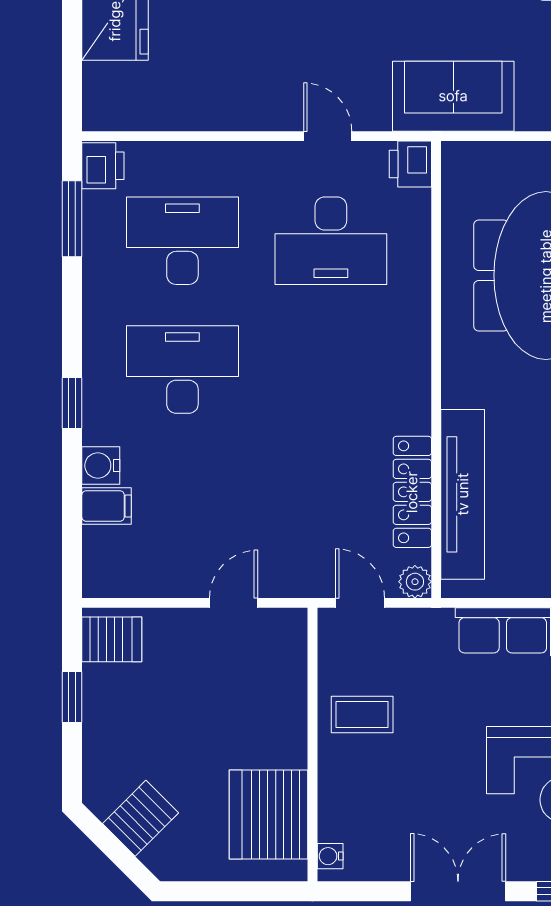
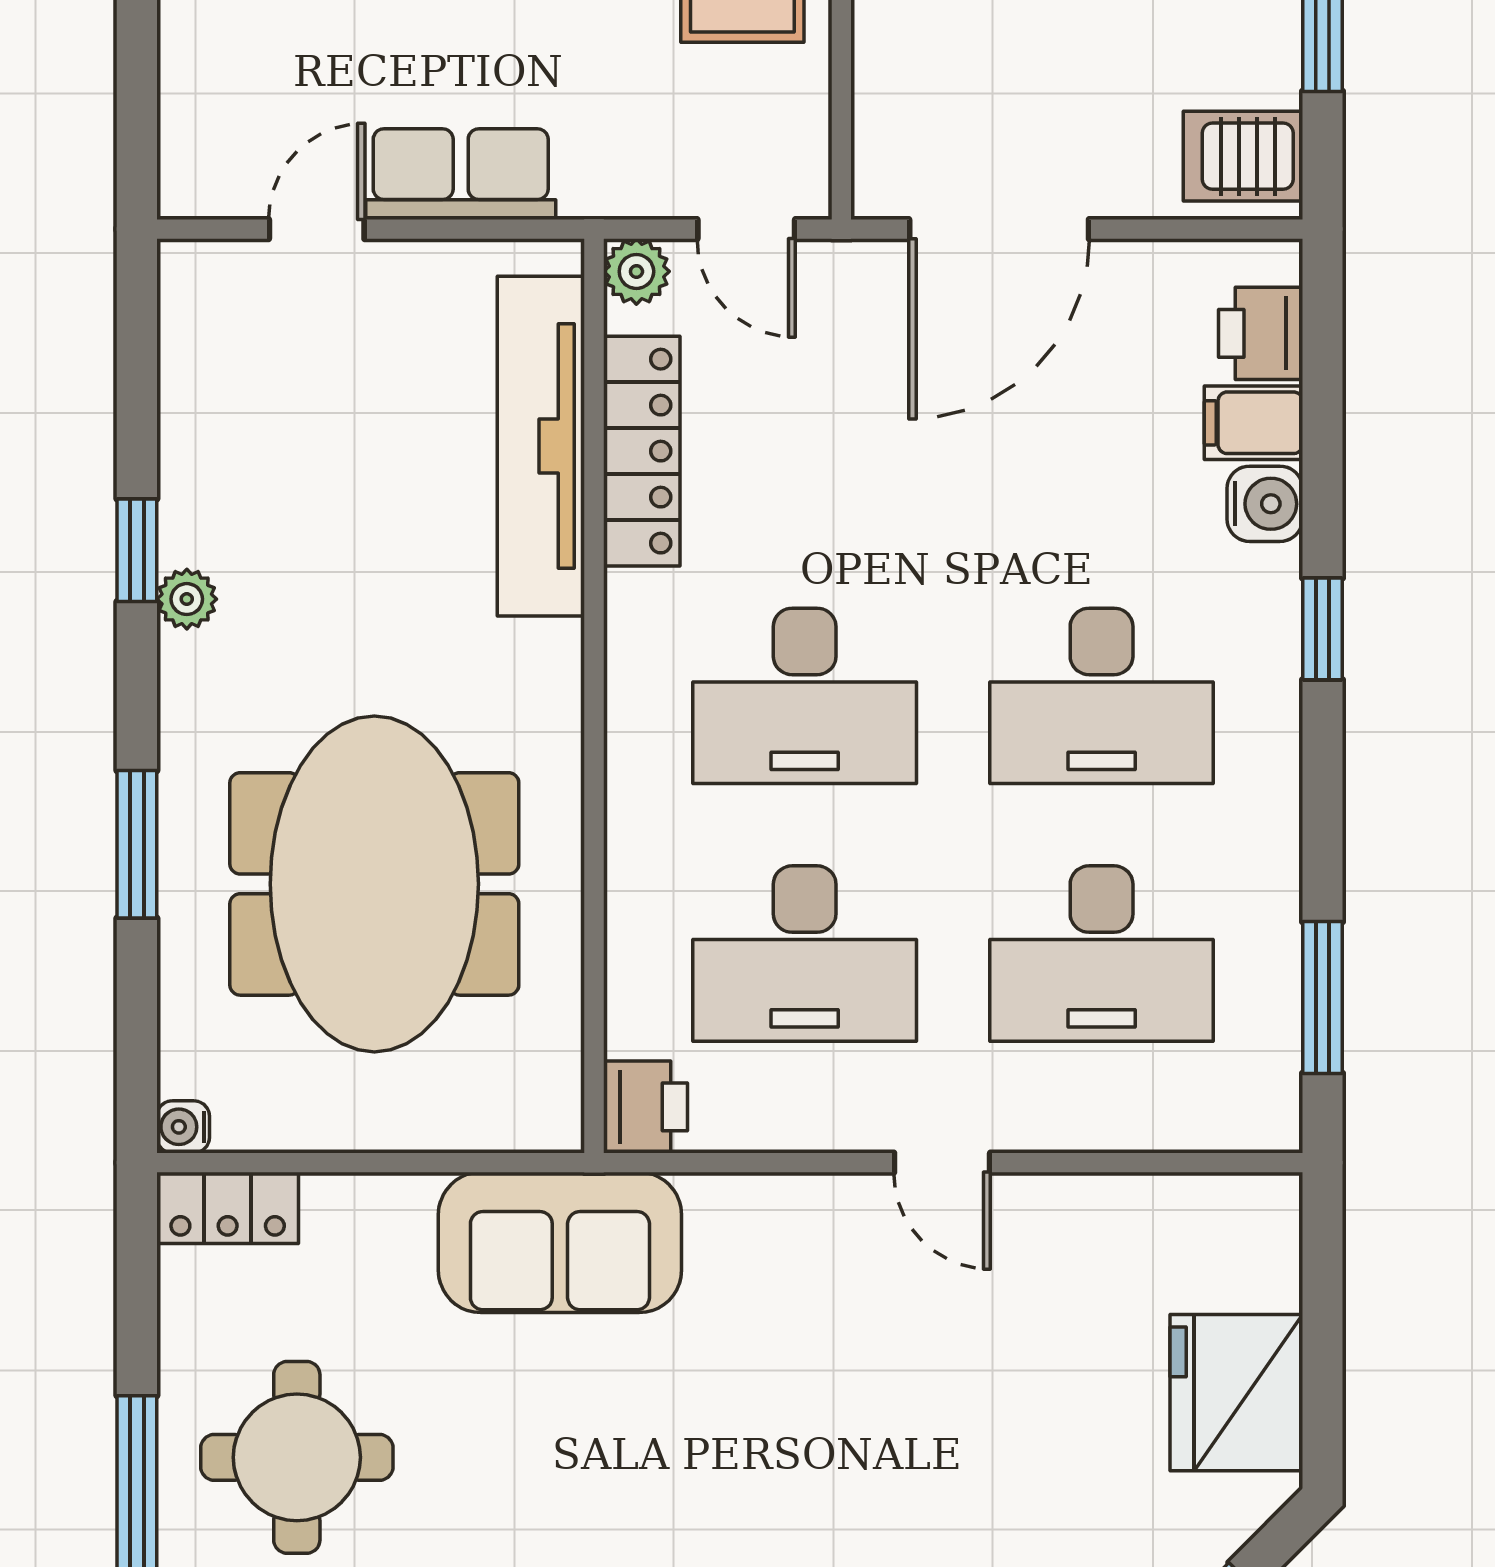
door: (328, 136) -> (942, 1163), moved
printer: (103, 166) -> (1261, 333), moved
desk: (331, 241) -> (805, 954), turned 180
desk: (331, 370) -> (805, 696), added
door: (234, 603) -> (999, 229), width x1.87

